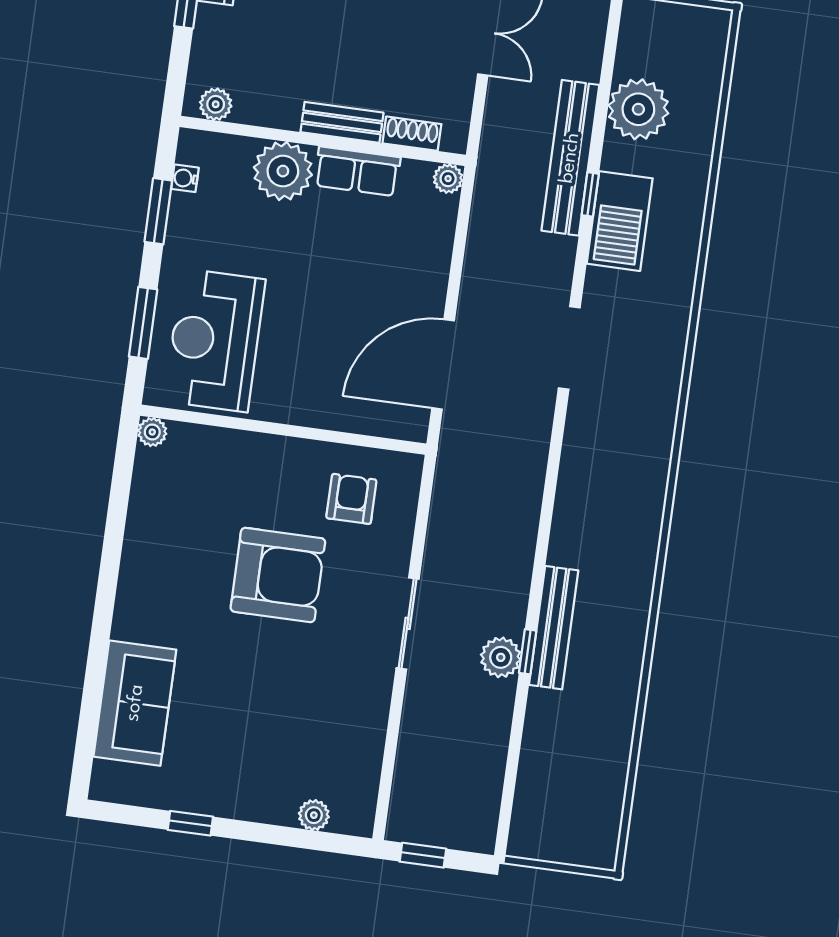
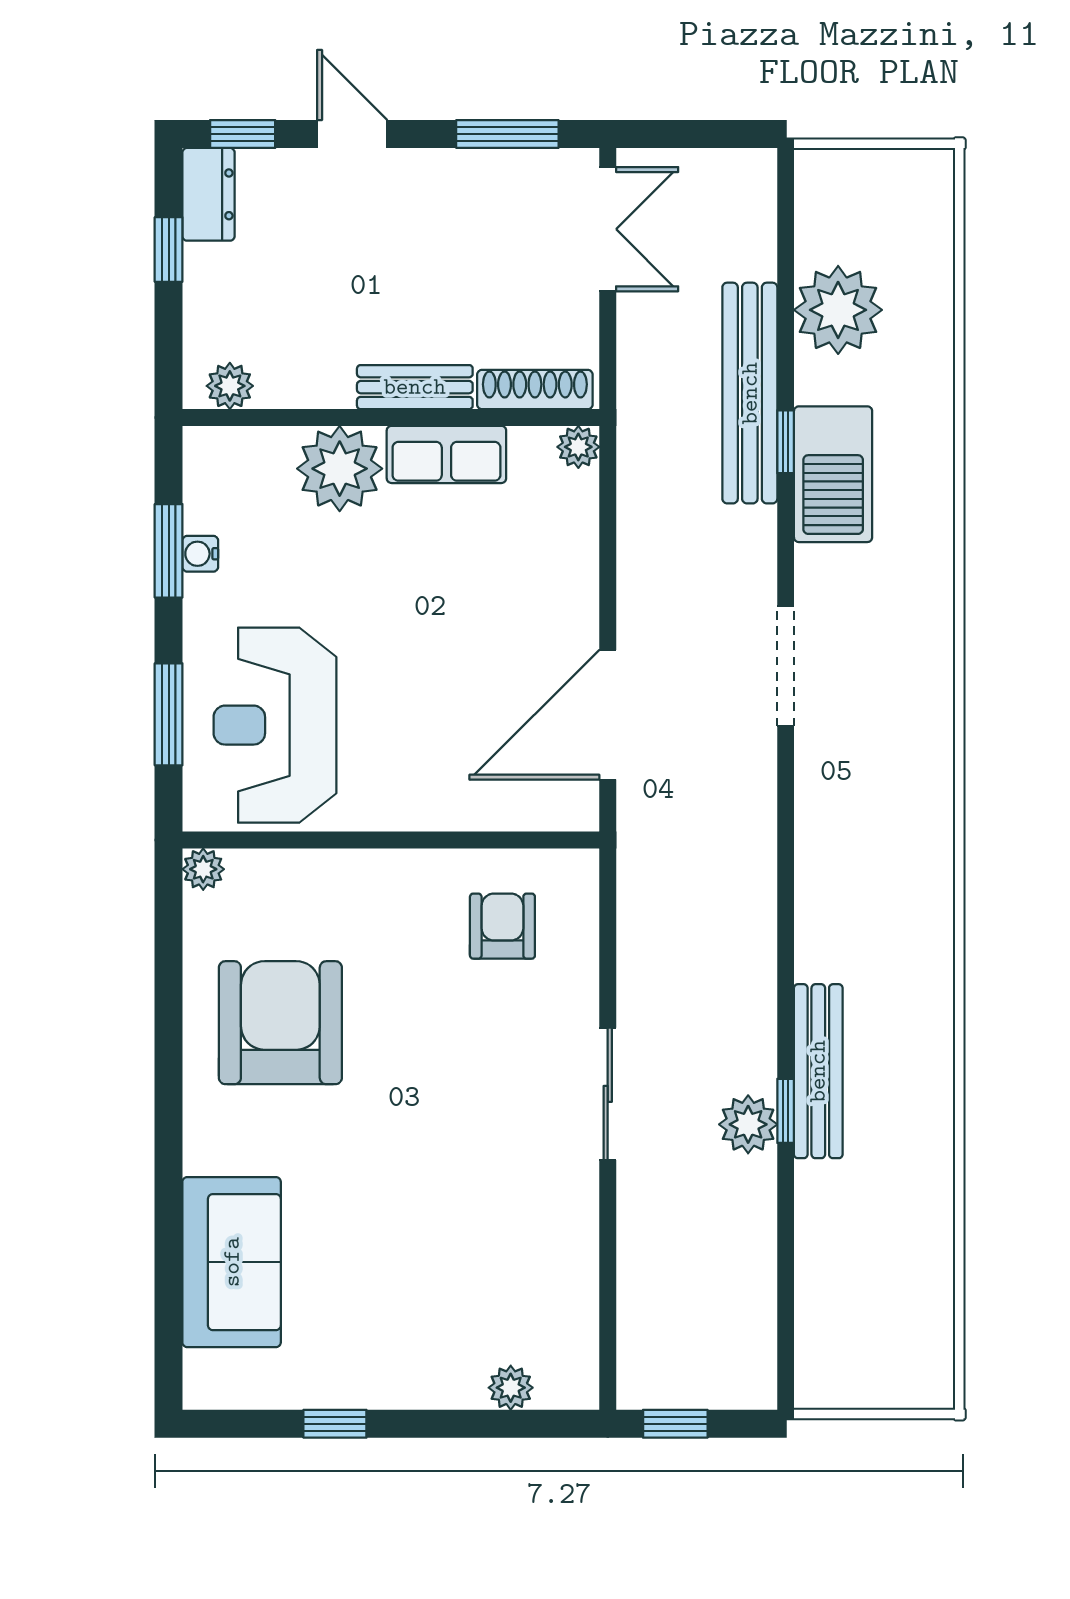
shoe rack: (412, 134) -> (535, 390), width x1.43
water cooler: (185, 178) -> (200, 554), moved
armchair: (278, 575) -> (280, 1023), moved, turned -90

